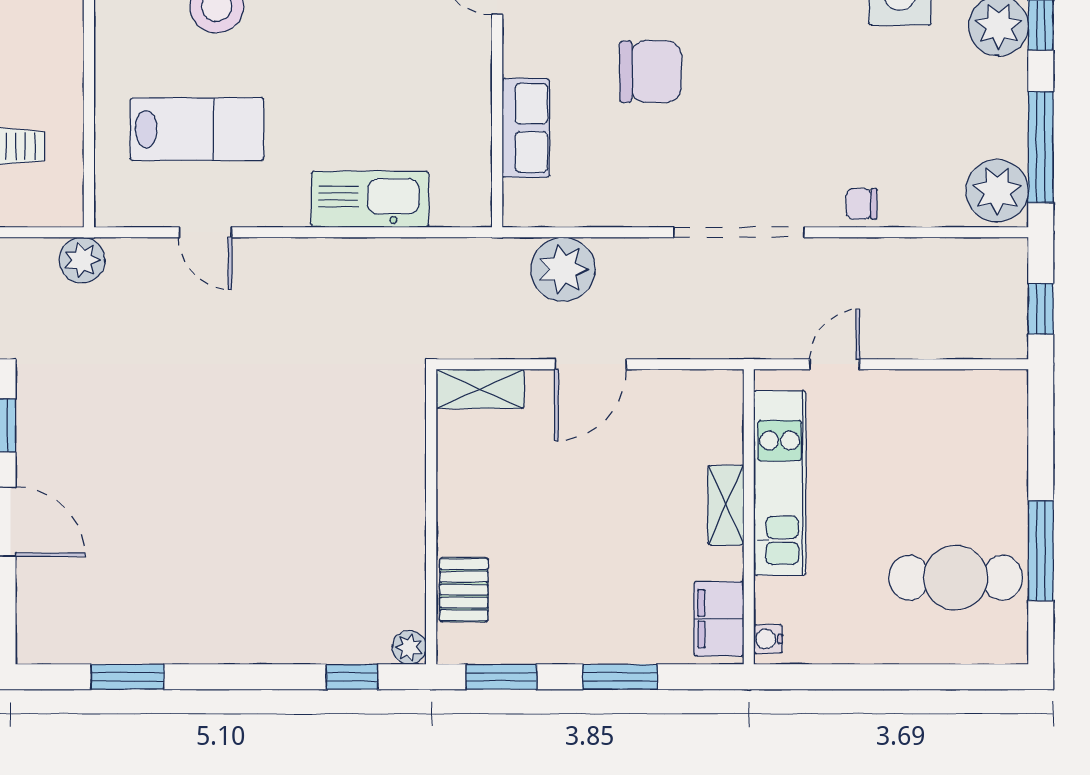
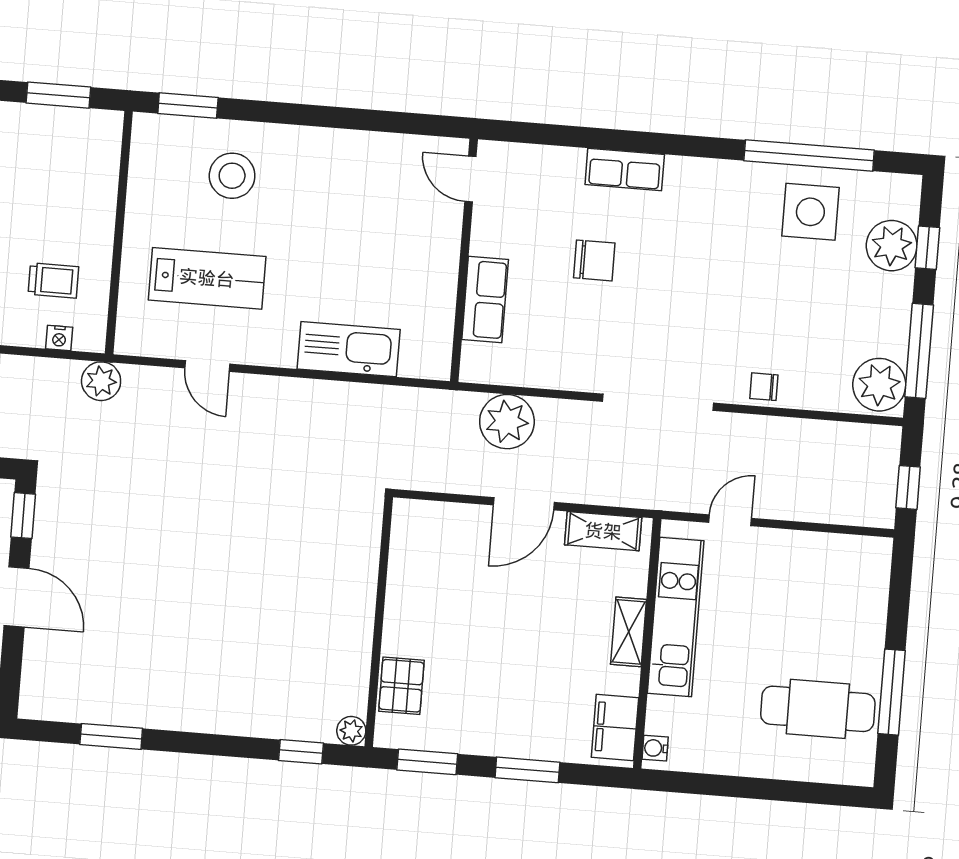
chair: (650, 72) -> (594, 260), width x0.73, depth x0.73
nightstand: (29, 213) -> (59, 338), added
shelving: (480, 389) -> (603, 531), moved

